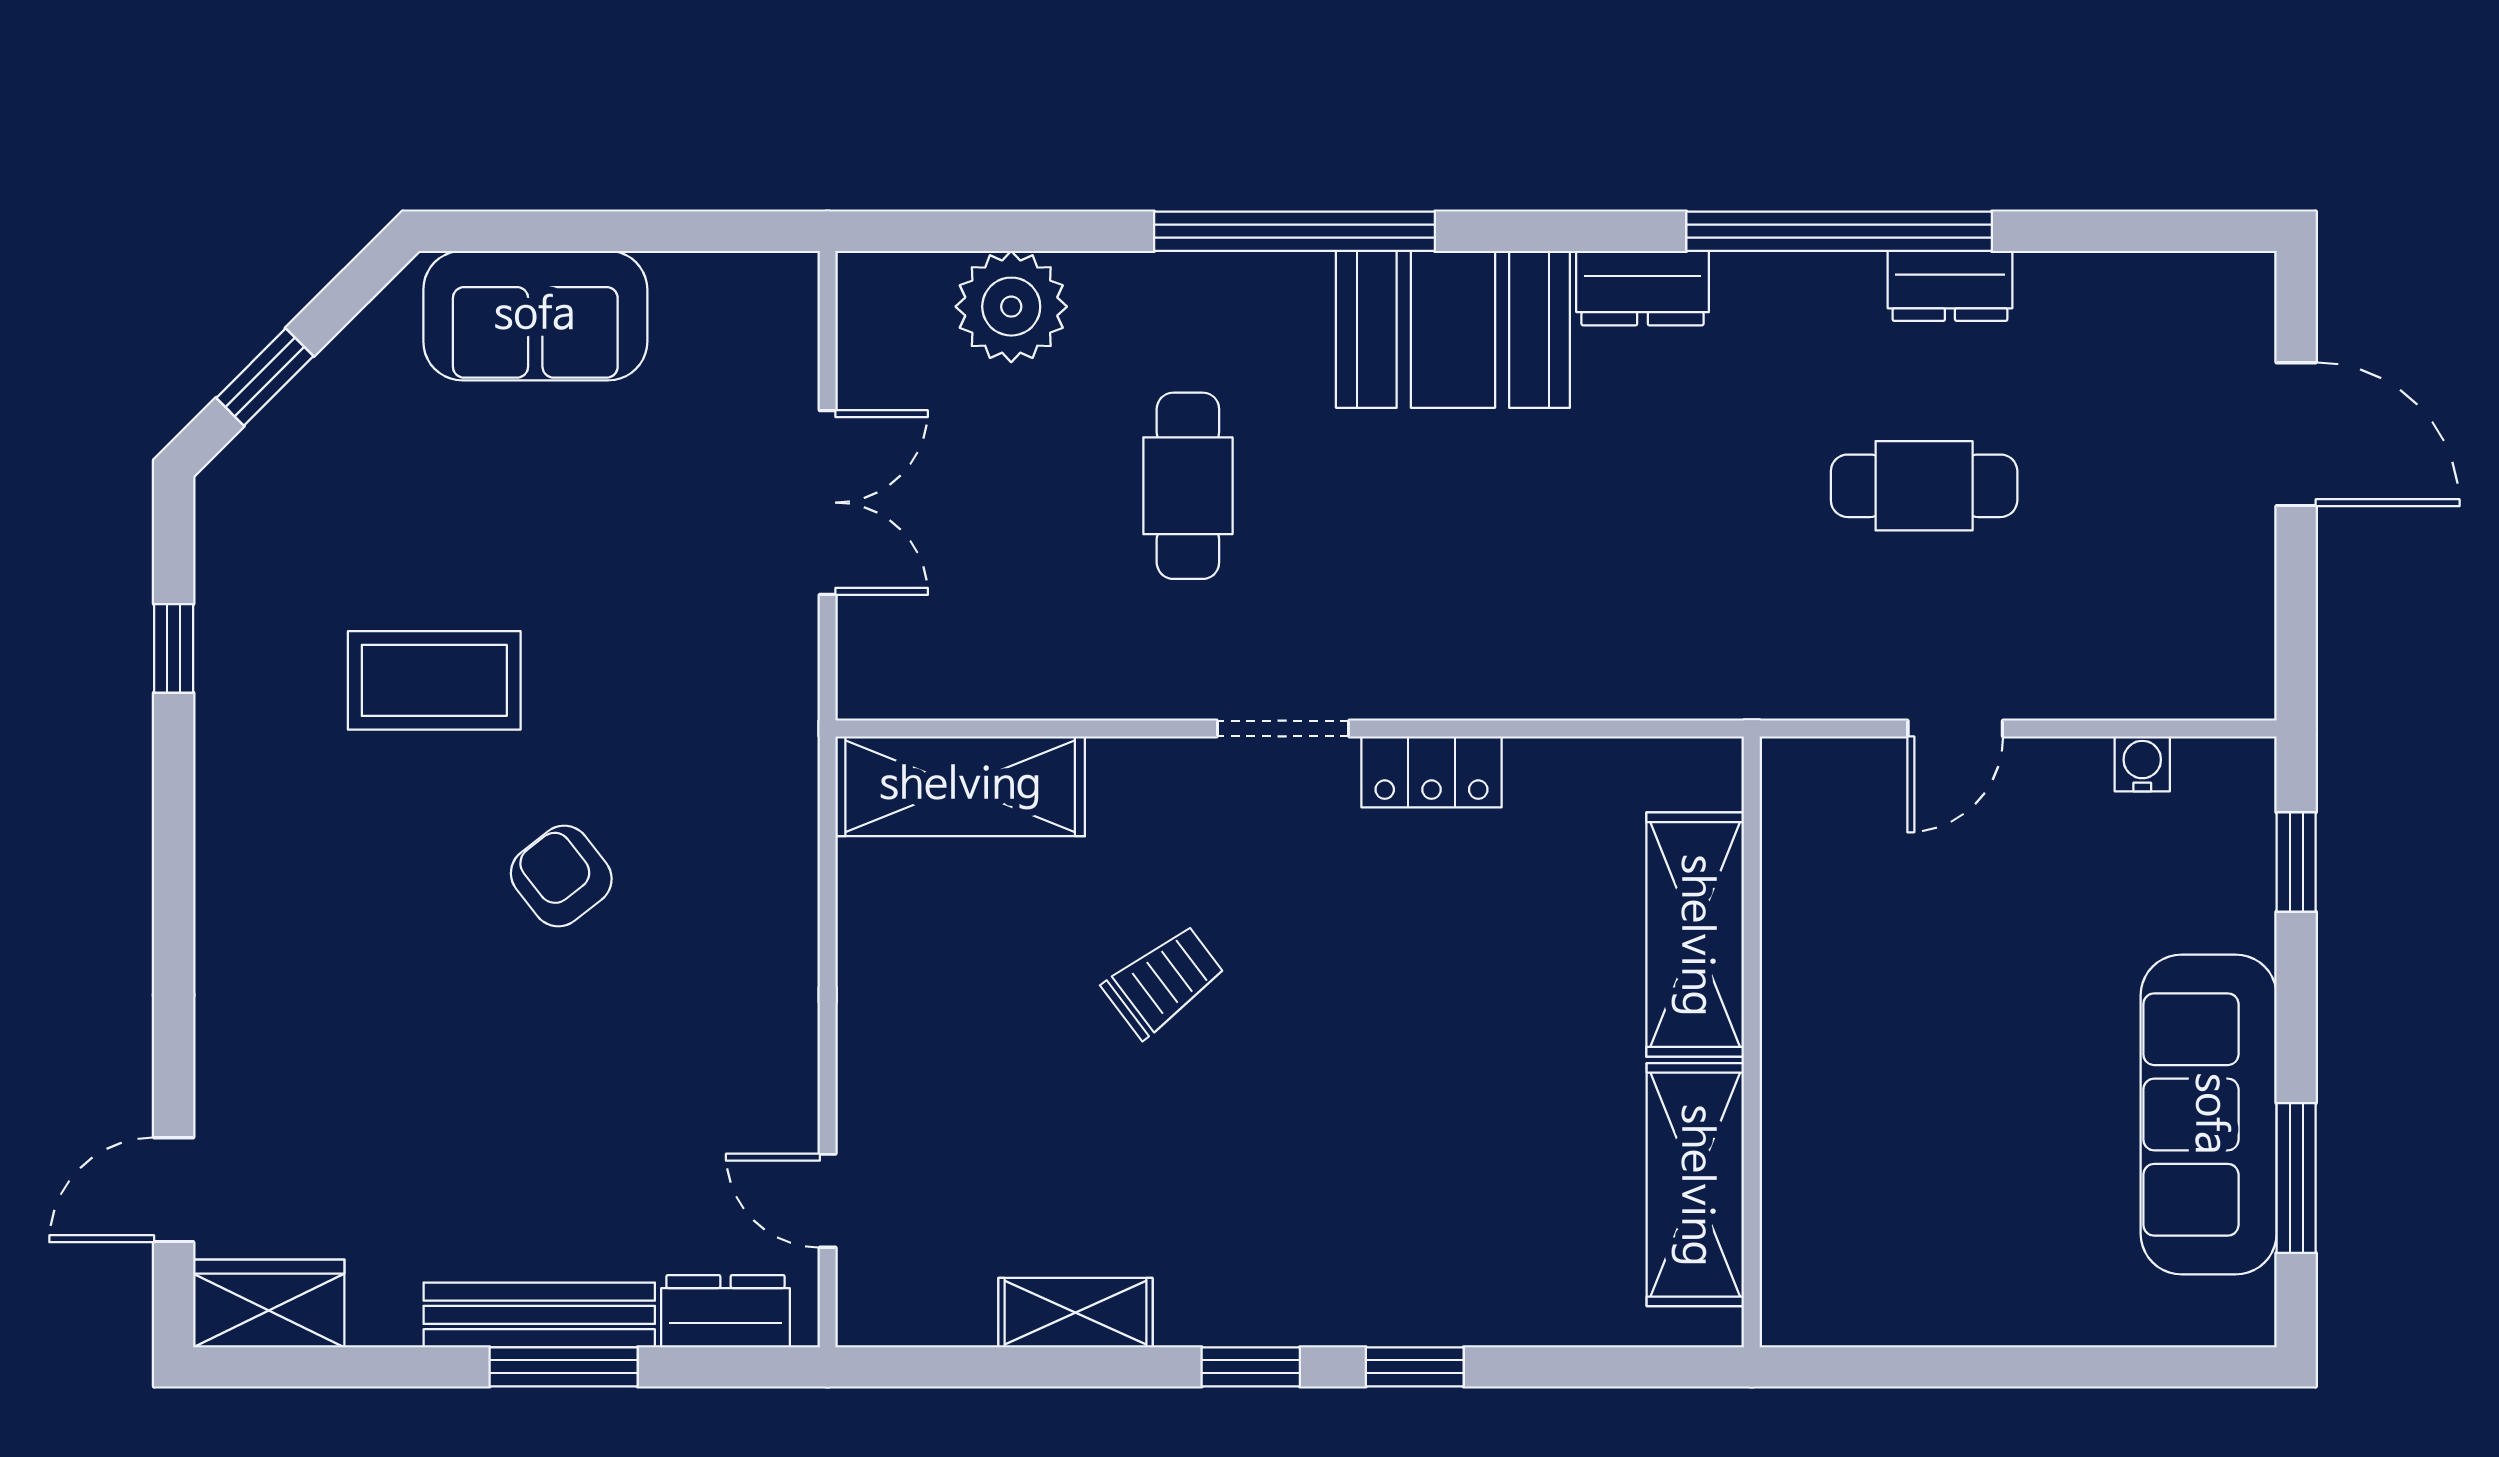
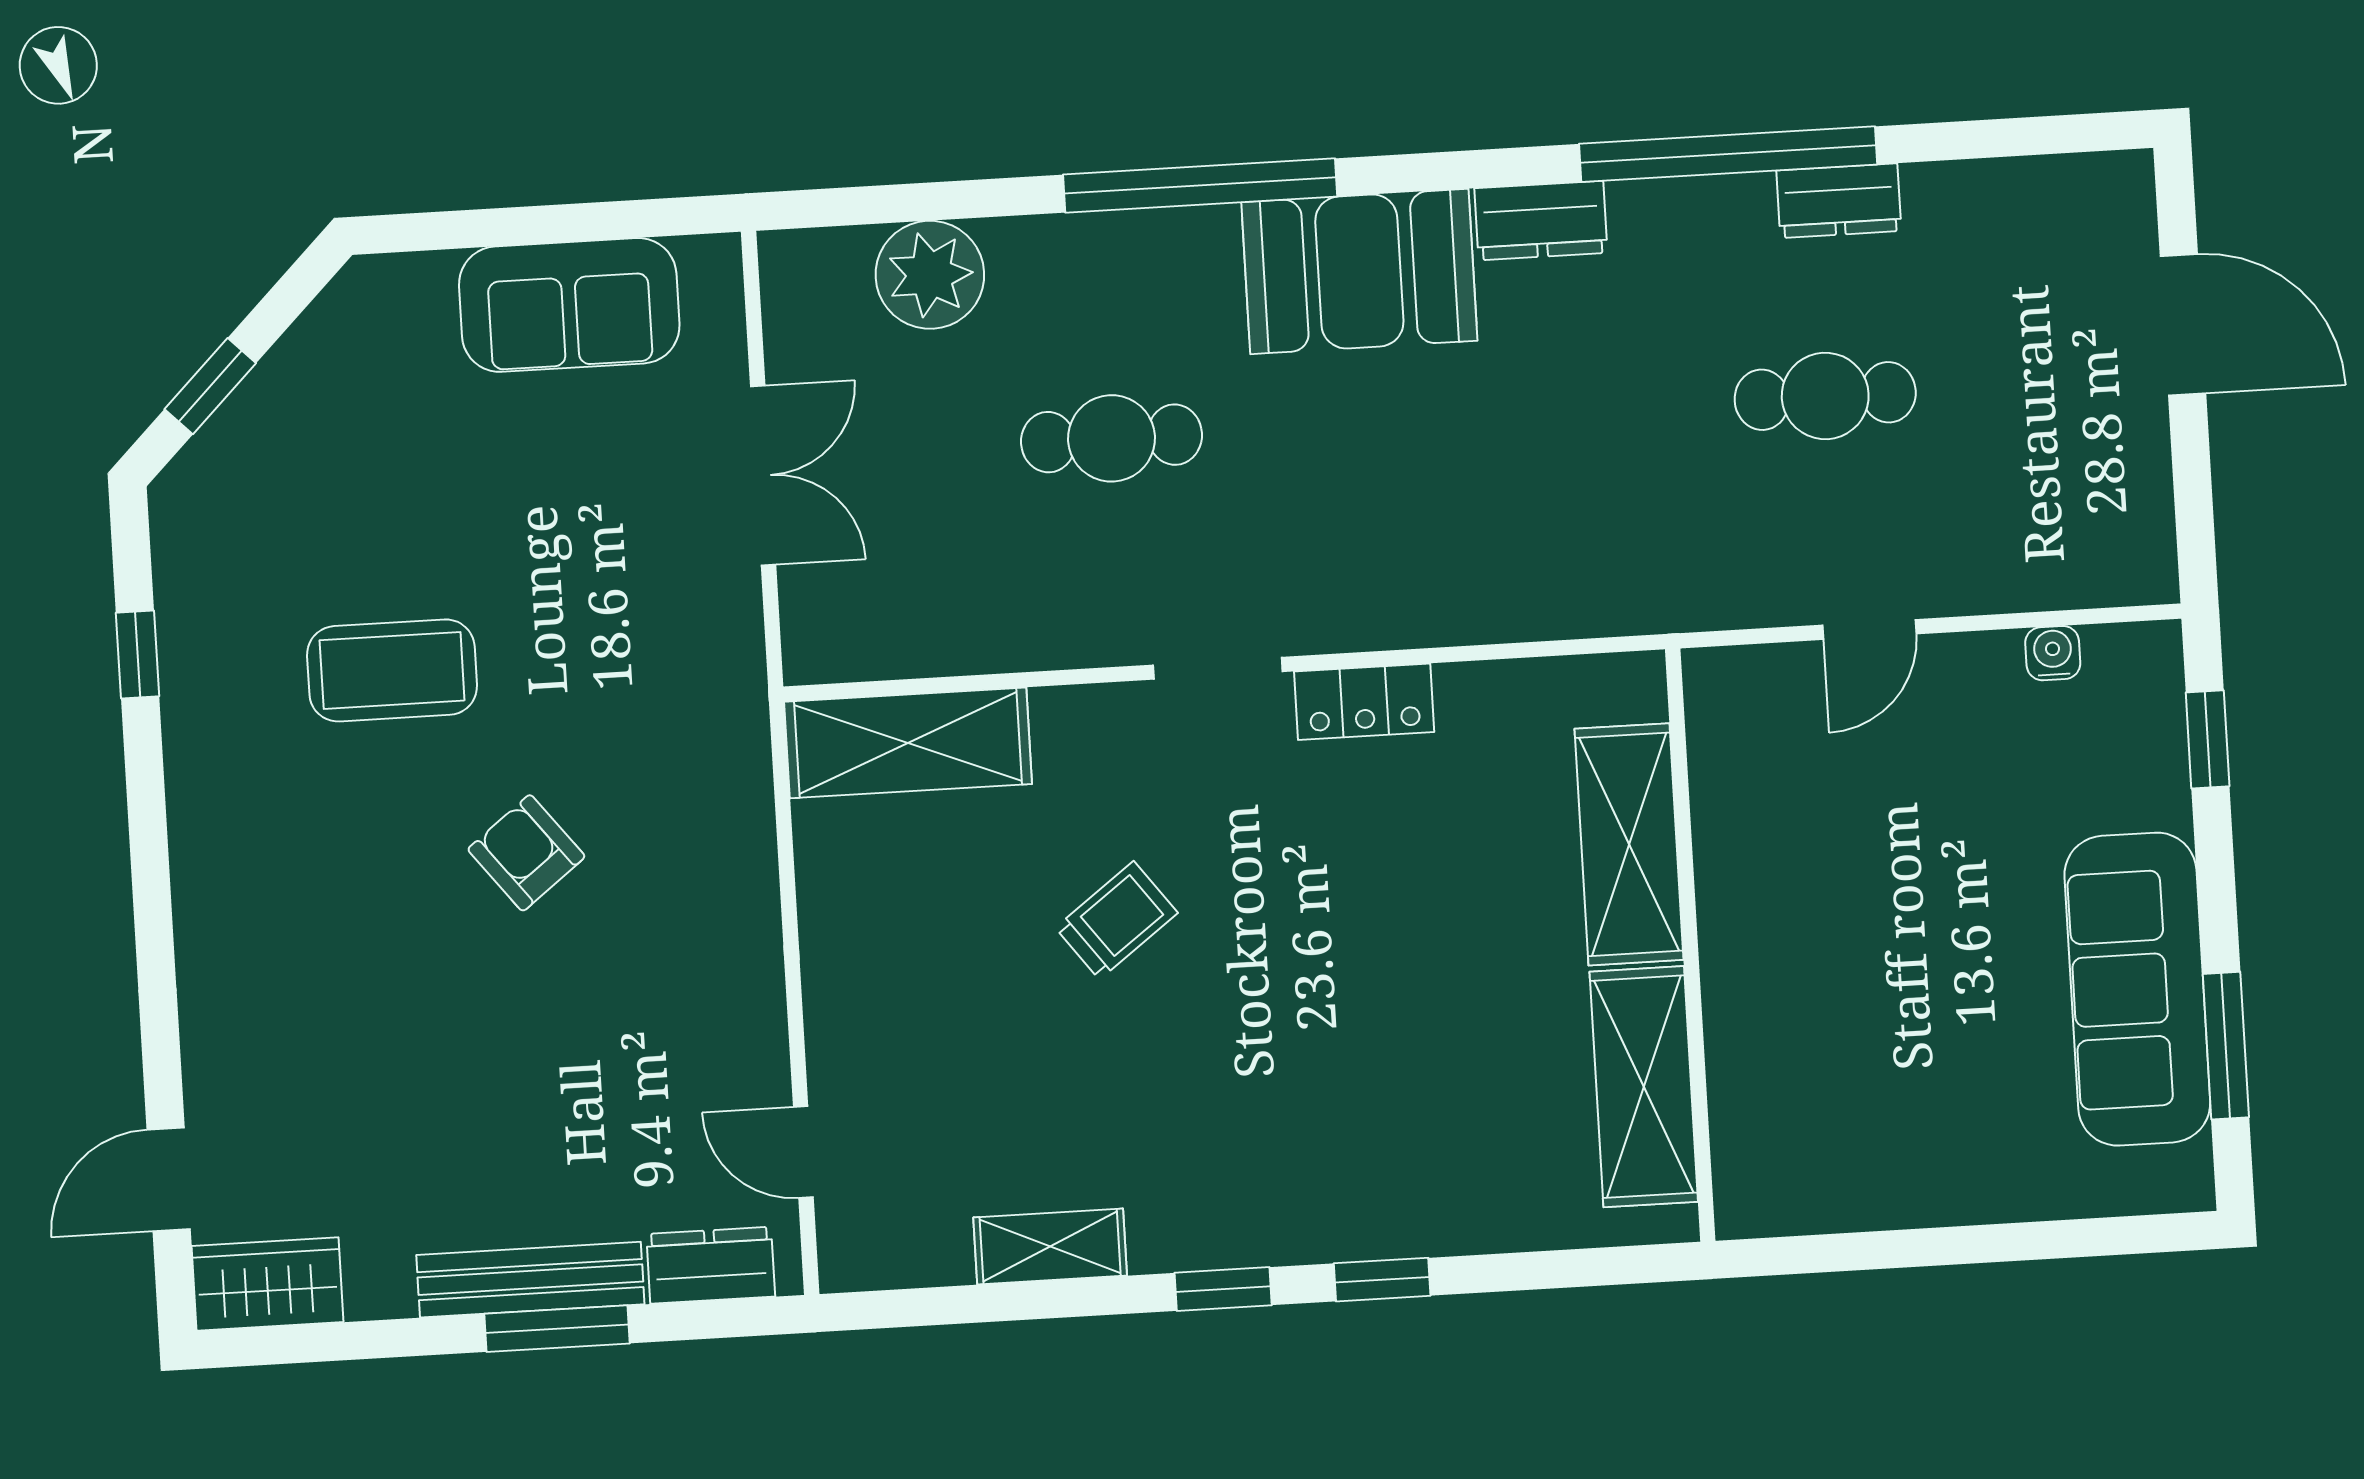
sofa: (535, 316) -> (569, 305), moved
cafe table: (1188, 486) -> (1112, 438), turned 90

